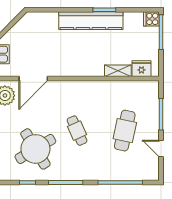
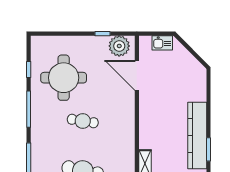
cafe table: (77, 131) -> (83, 121), turned 33
round table: (35, 149) -> (64, 78), turned 31

